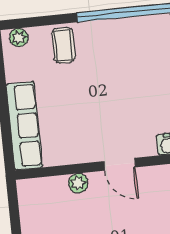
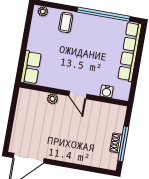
row of seats: (24, 126) -> (31, 67), width x0.68

